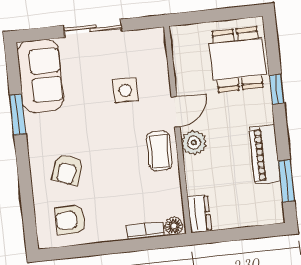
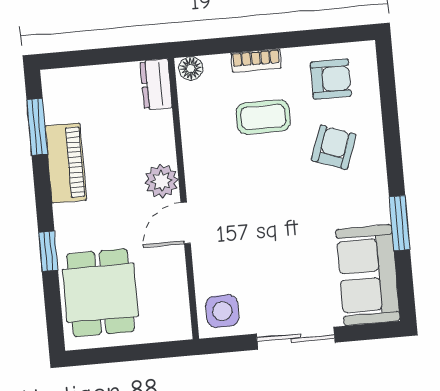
side table: (125, 90) -> (222, 311), moved
coffee table: (159, 151) -> (263, 117), moved, turned 90
bookcase: (145, 231) -> (256, 60), moved

